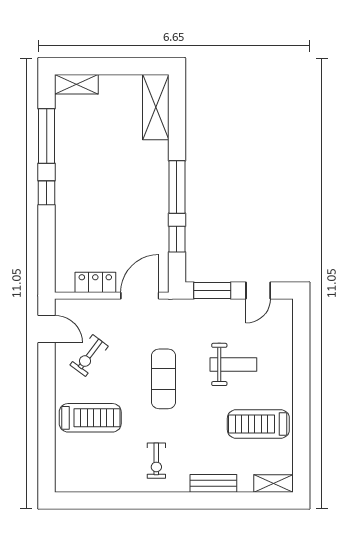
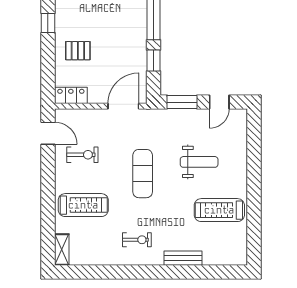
pallet: (84, 227) -> (78, 51), added
locker: (95, 282) -> (71, 95), moved
exercise bike: (89, 356) -> (82, 155), turned -127
exercise bike: (156, 461) -> (137, 240), turned -90
shelving: (274, 483) -> (62, 250), moved, turned 90

